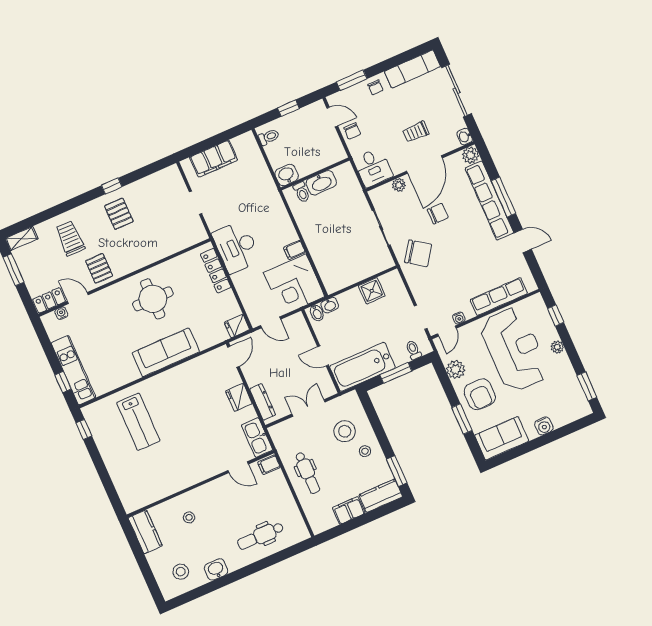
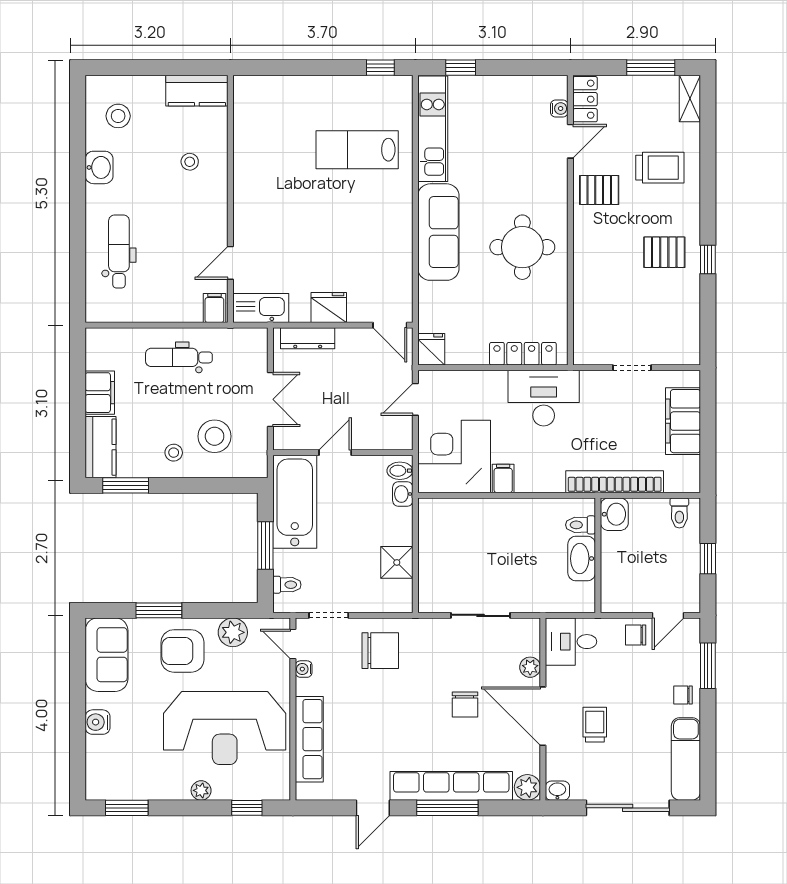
bookcase: (267, 183) -> (615, 482), added
chair: (418, 253) -> (380, 651), moved, turned -125
kitchen unit: (74, 370) -> (433, 129), moved, turned -90

